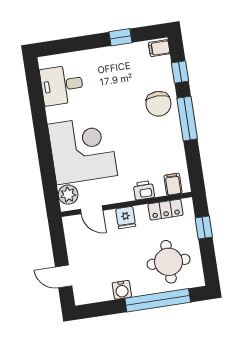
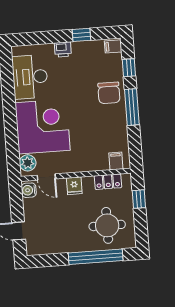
desk: (62, 85) -> (30, 77), width x1.37
printer: (144, 190) -> (63, 49), moved, turned 180
water cooler: (122, 290) -> (29, 190), moved, turned 90

